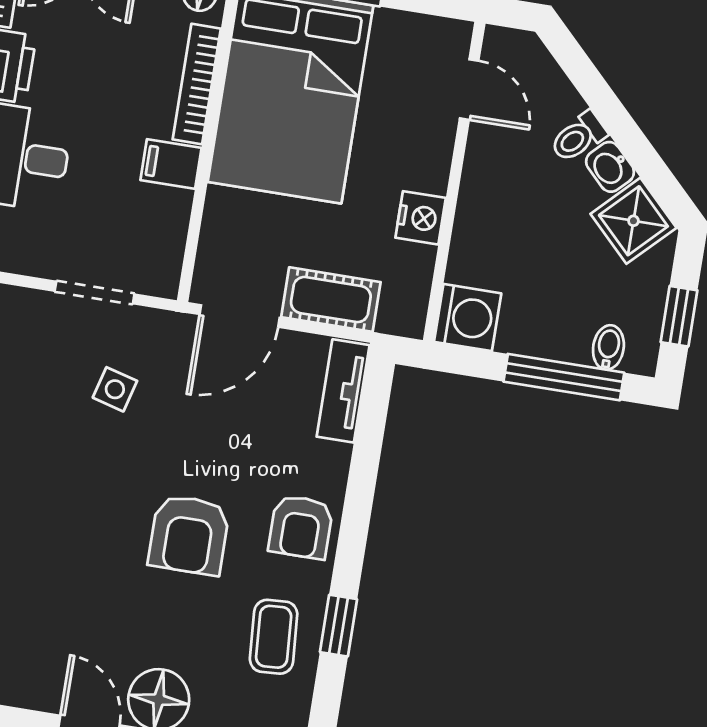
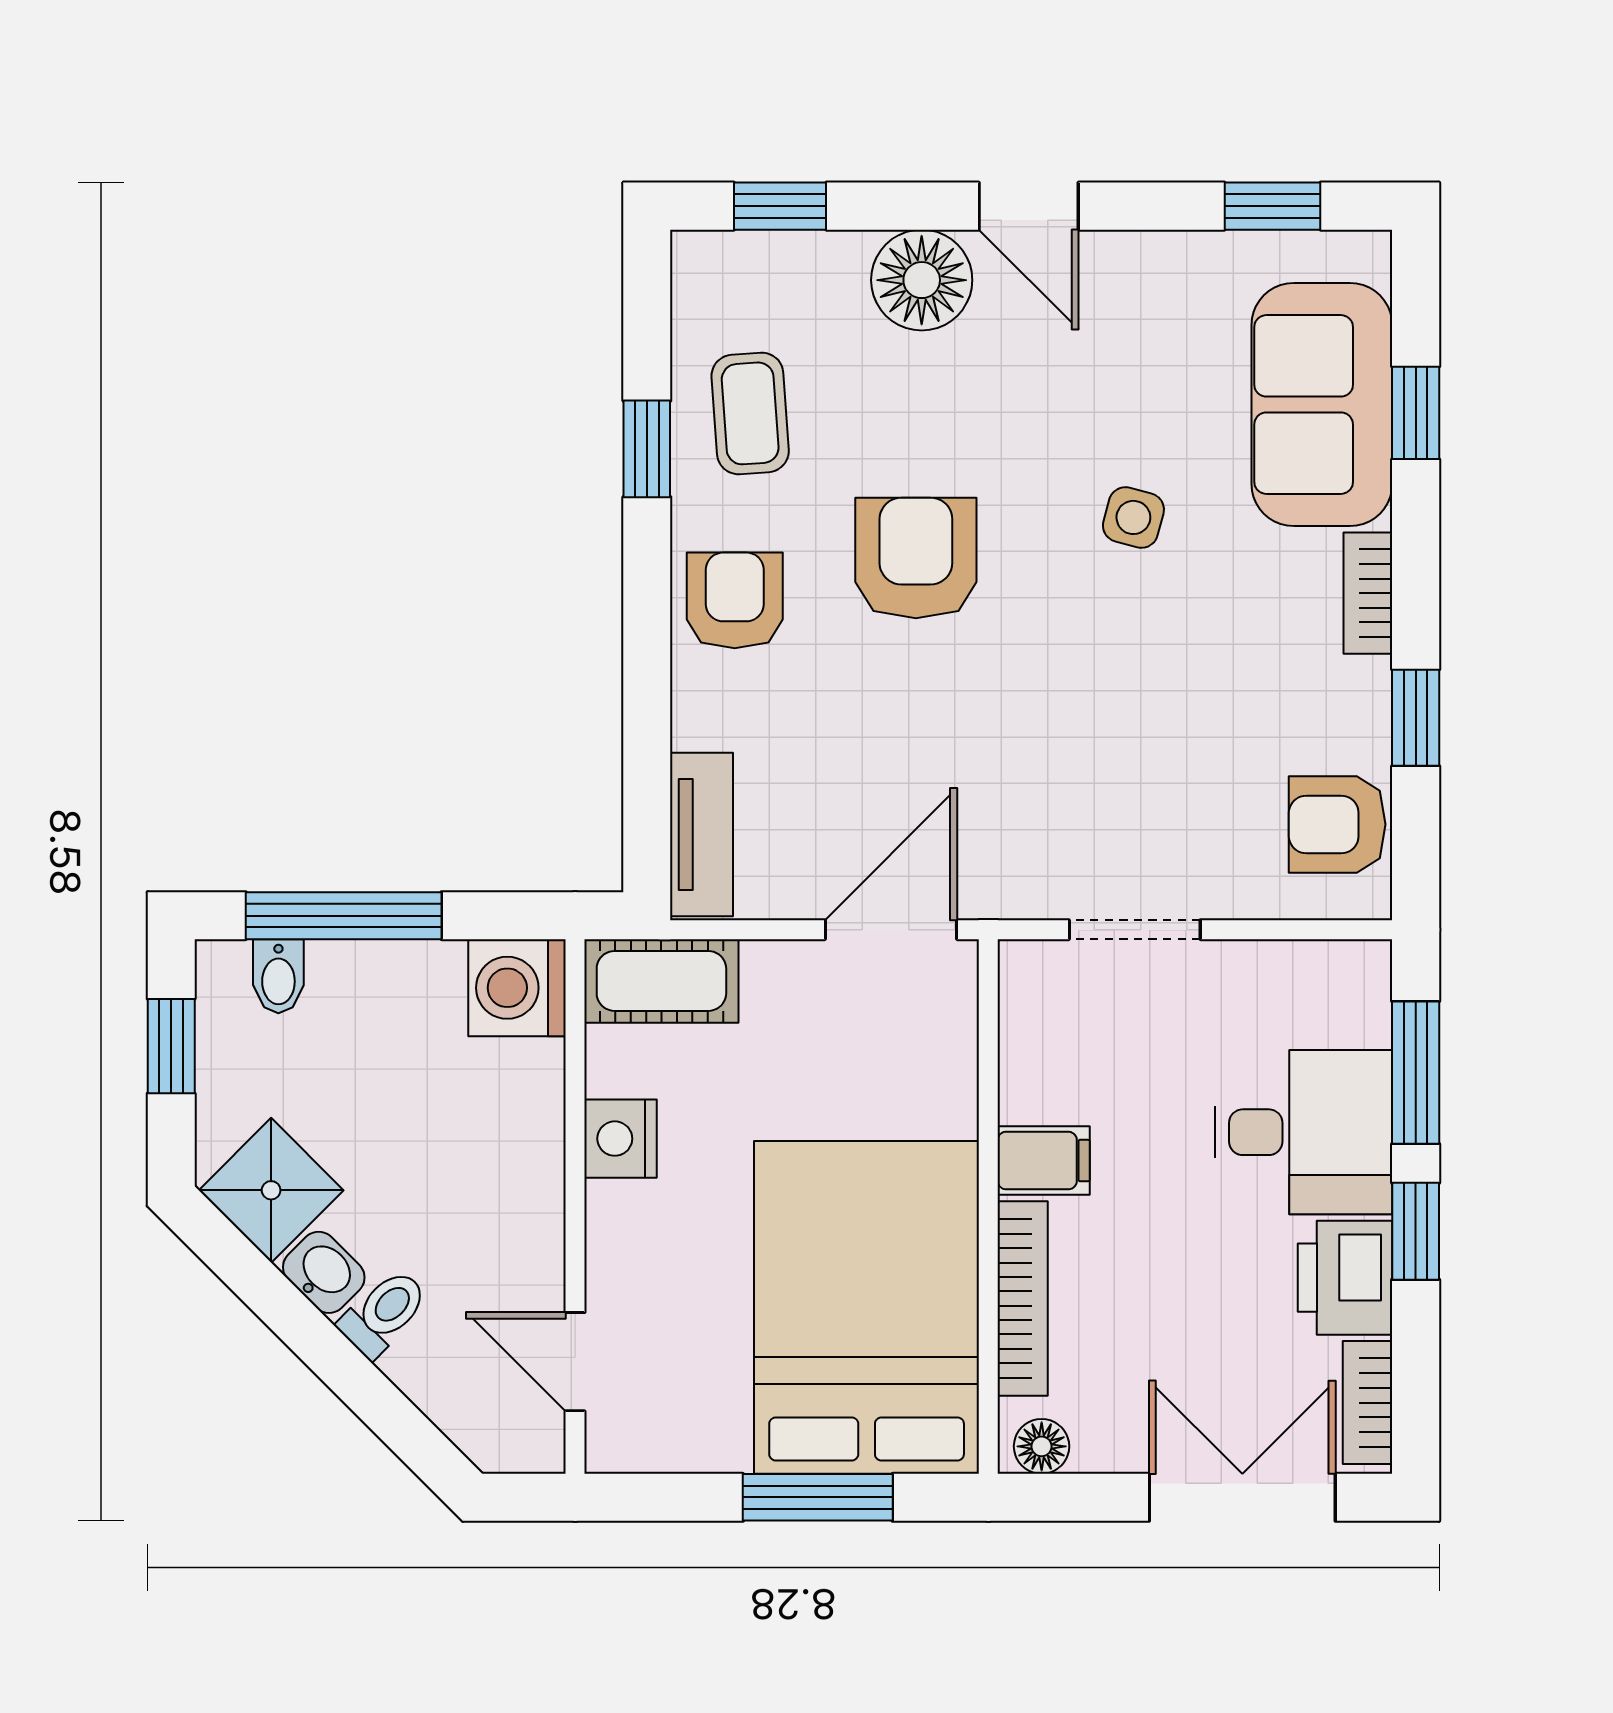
cot: (331, 300) -> (661, 981), moved
side table: (115, 389) -> (1133, 517), moved

